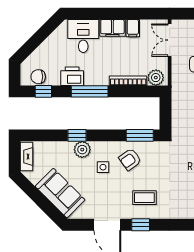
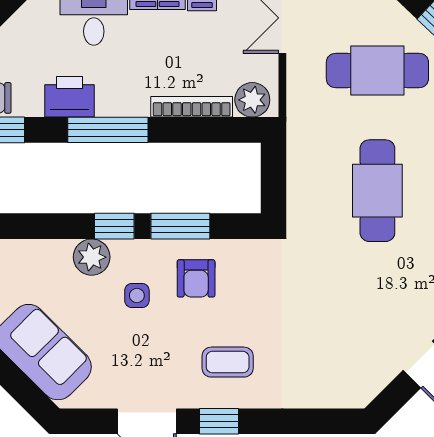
window: (77, 135) -> (114, 226), moved
window: (140, 135) -> (180, 226), moved
armchair: (130, 159) -> (196, 278), turned -54

